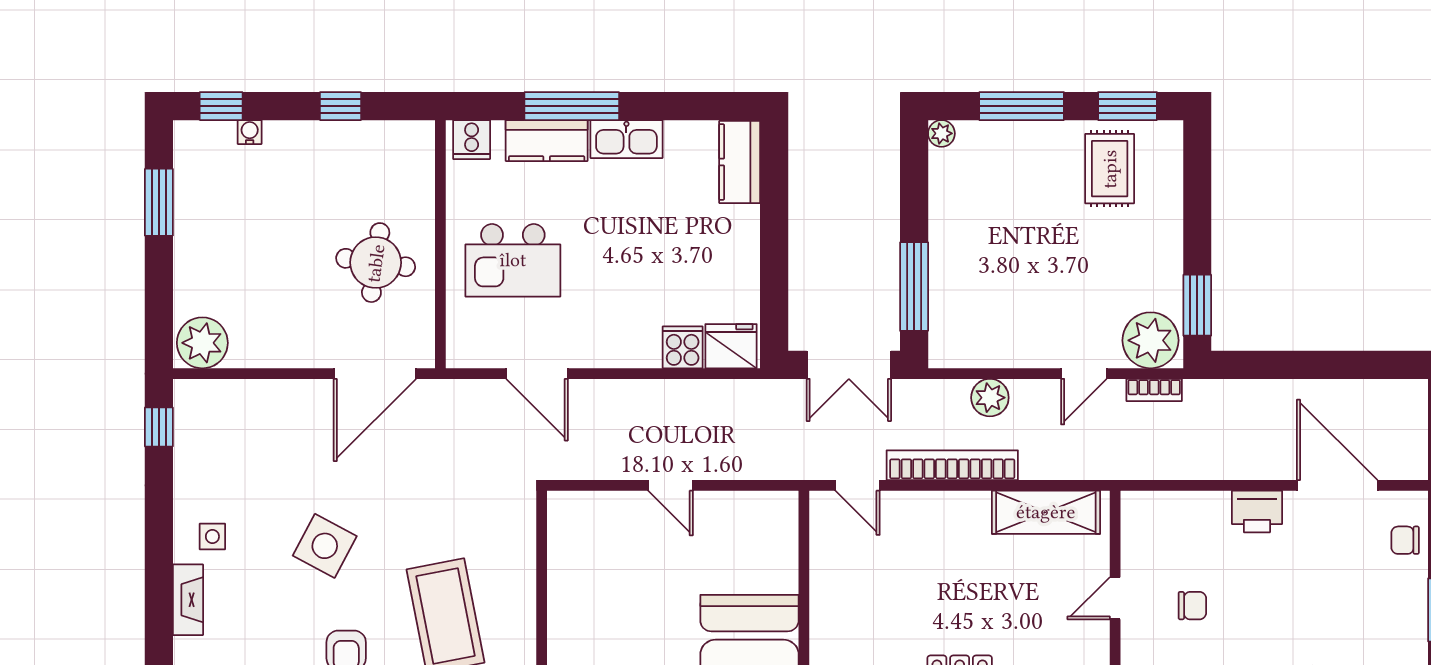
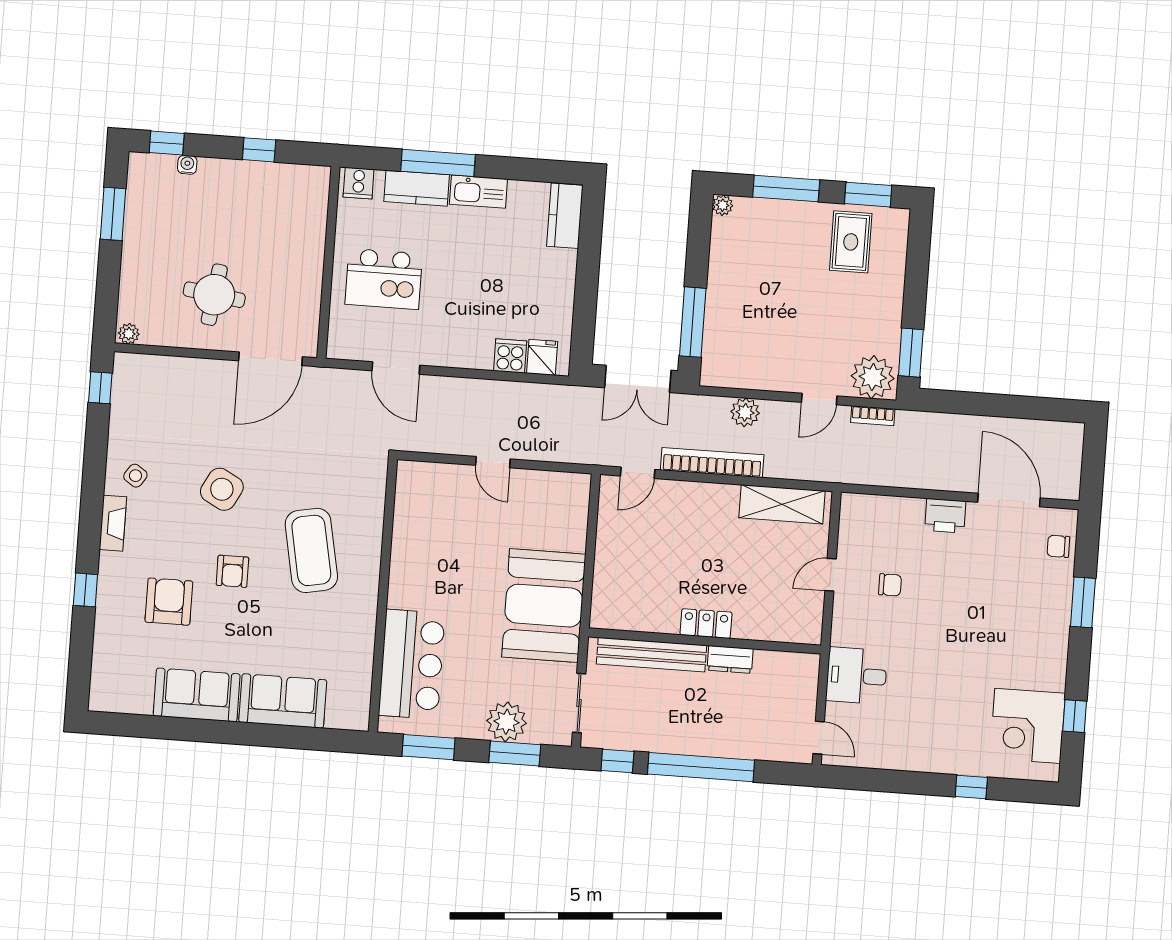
round table: (376, 263) -> (214, 295), moved
plant: (202, 343) -> (129, 334), width x0.53, depth x0.53
fridge: (731, 346) -> (542, 357), width x0.72
door: (858, 485) -> (638, 473), hinge flipped
side table: (212, 537) -> (135, 476), turned 34

